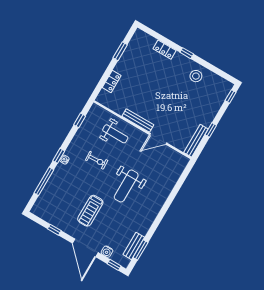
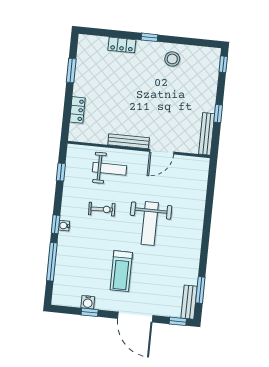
bench: (134, 246) -> (189, 302), moved
water cooler: (107, 252) -> (88, 302), moved

